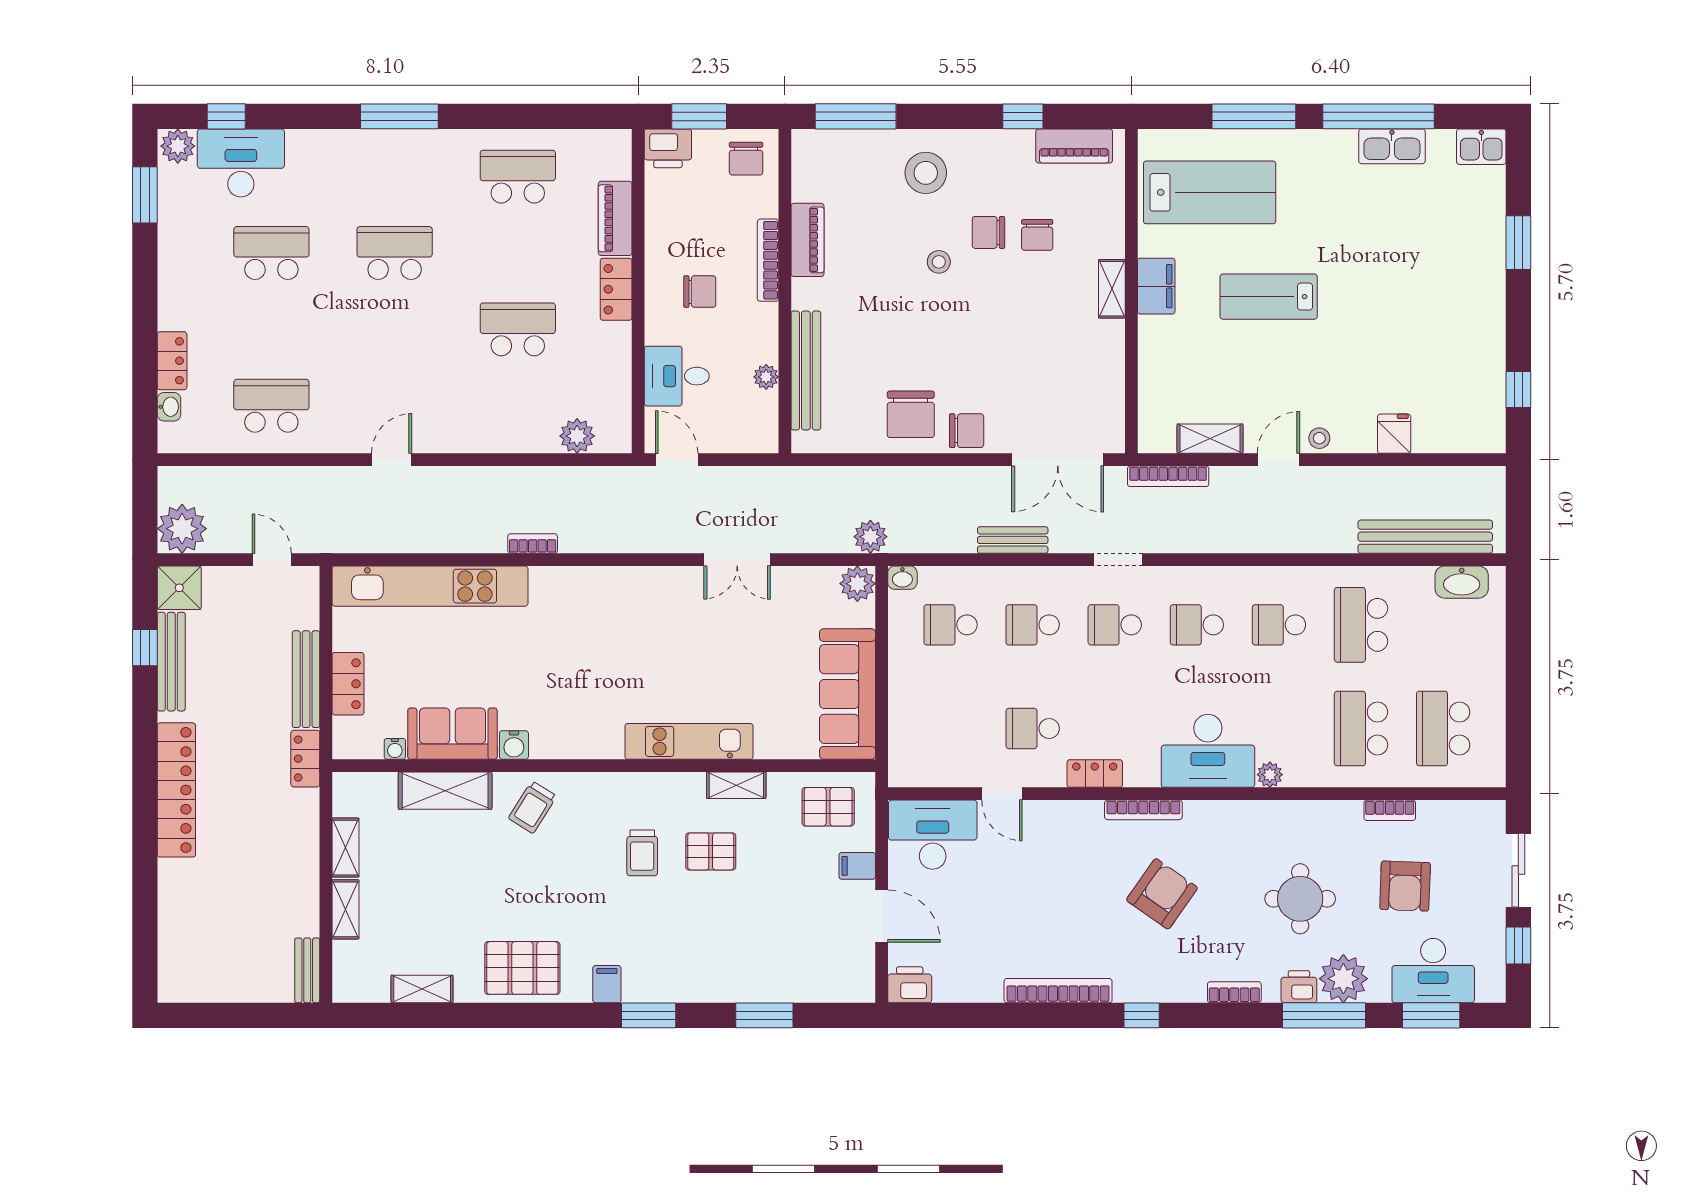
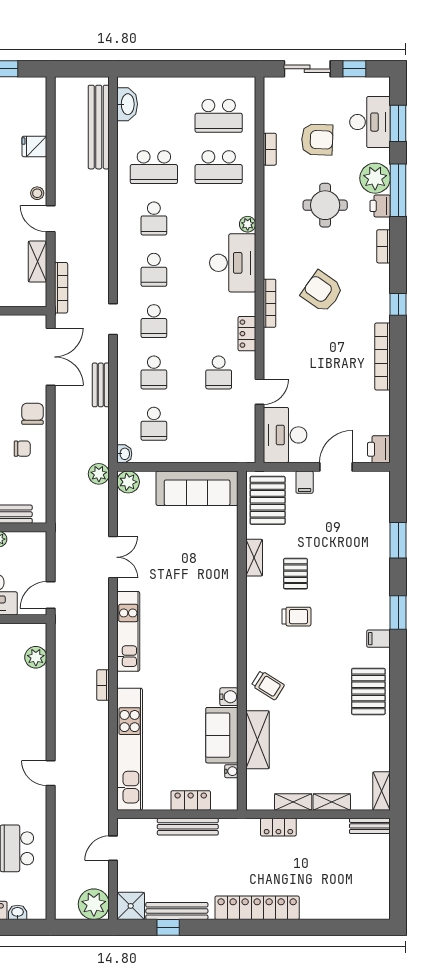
chair: (911, 414) -> (22, 449), width x0.54, depth x0.54
kitchen unit: (689, 741) -> (128, 631), moved, turned 180
locker: (305, 759) -> (278, 827), moved
pallet: (828, 807) -> (268, 500), width x1.50, depth x1.42
shelving: (422, 989) -> (381, 791), moved

